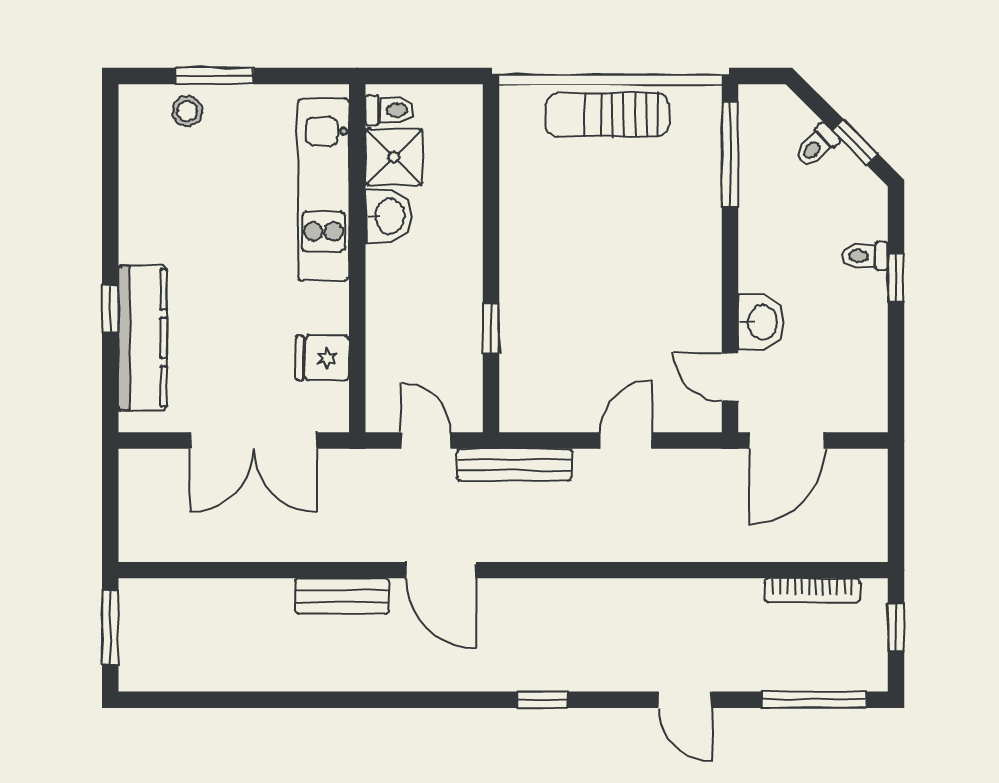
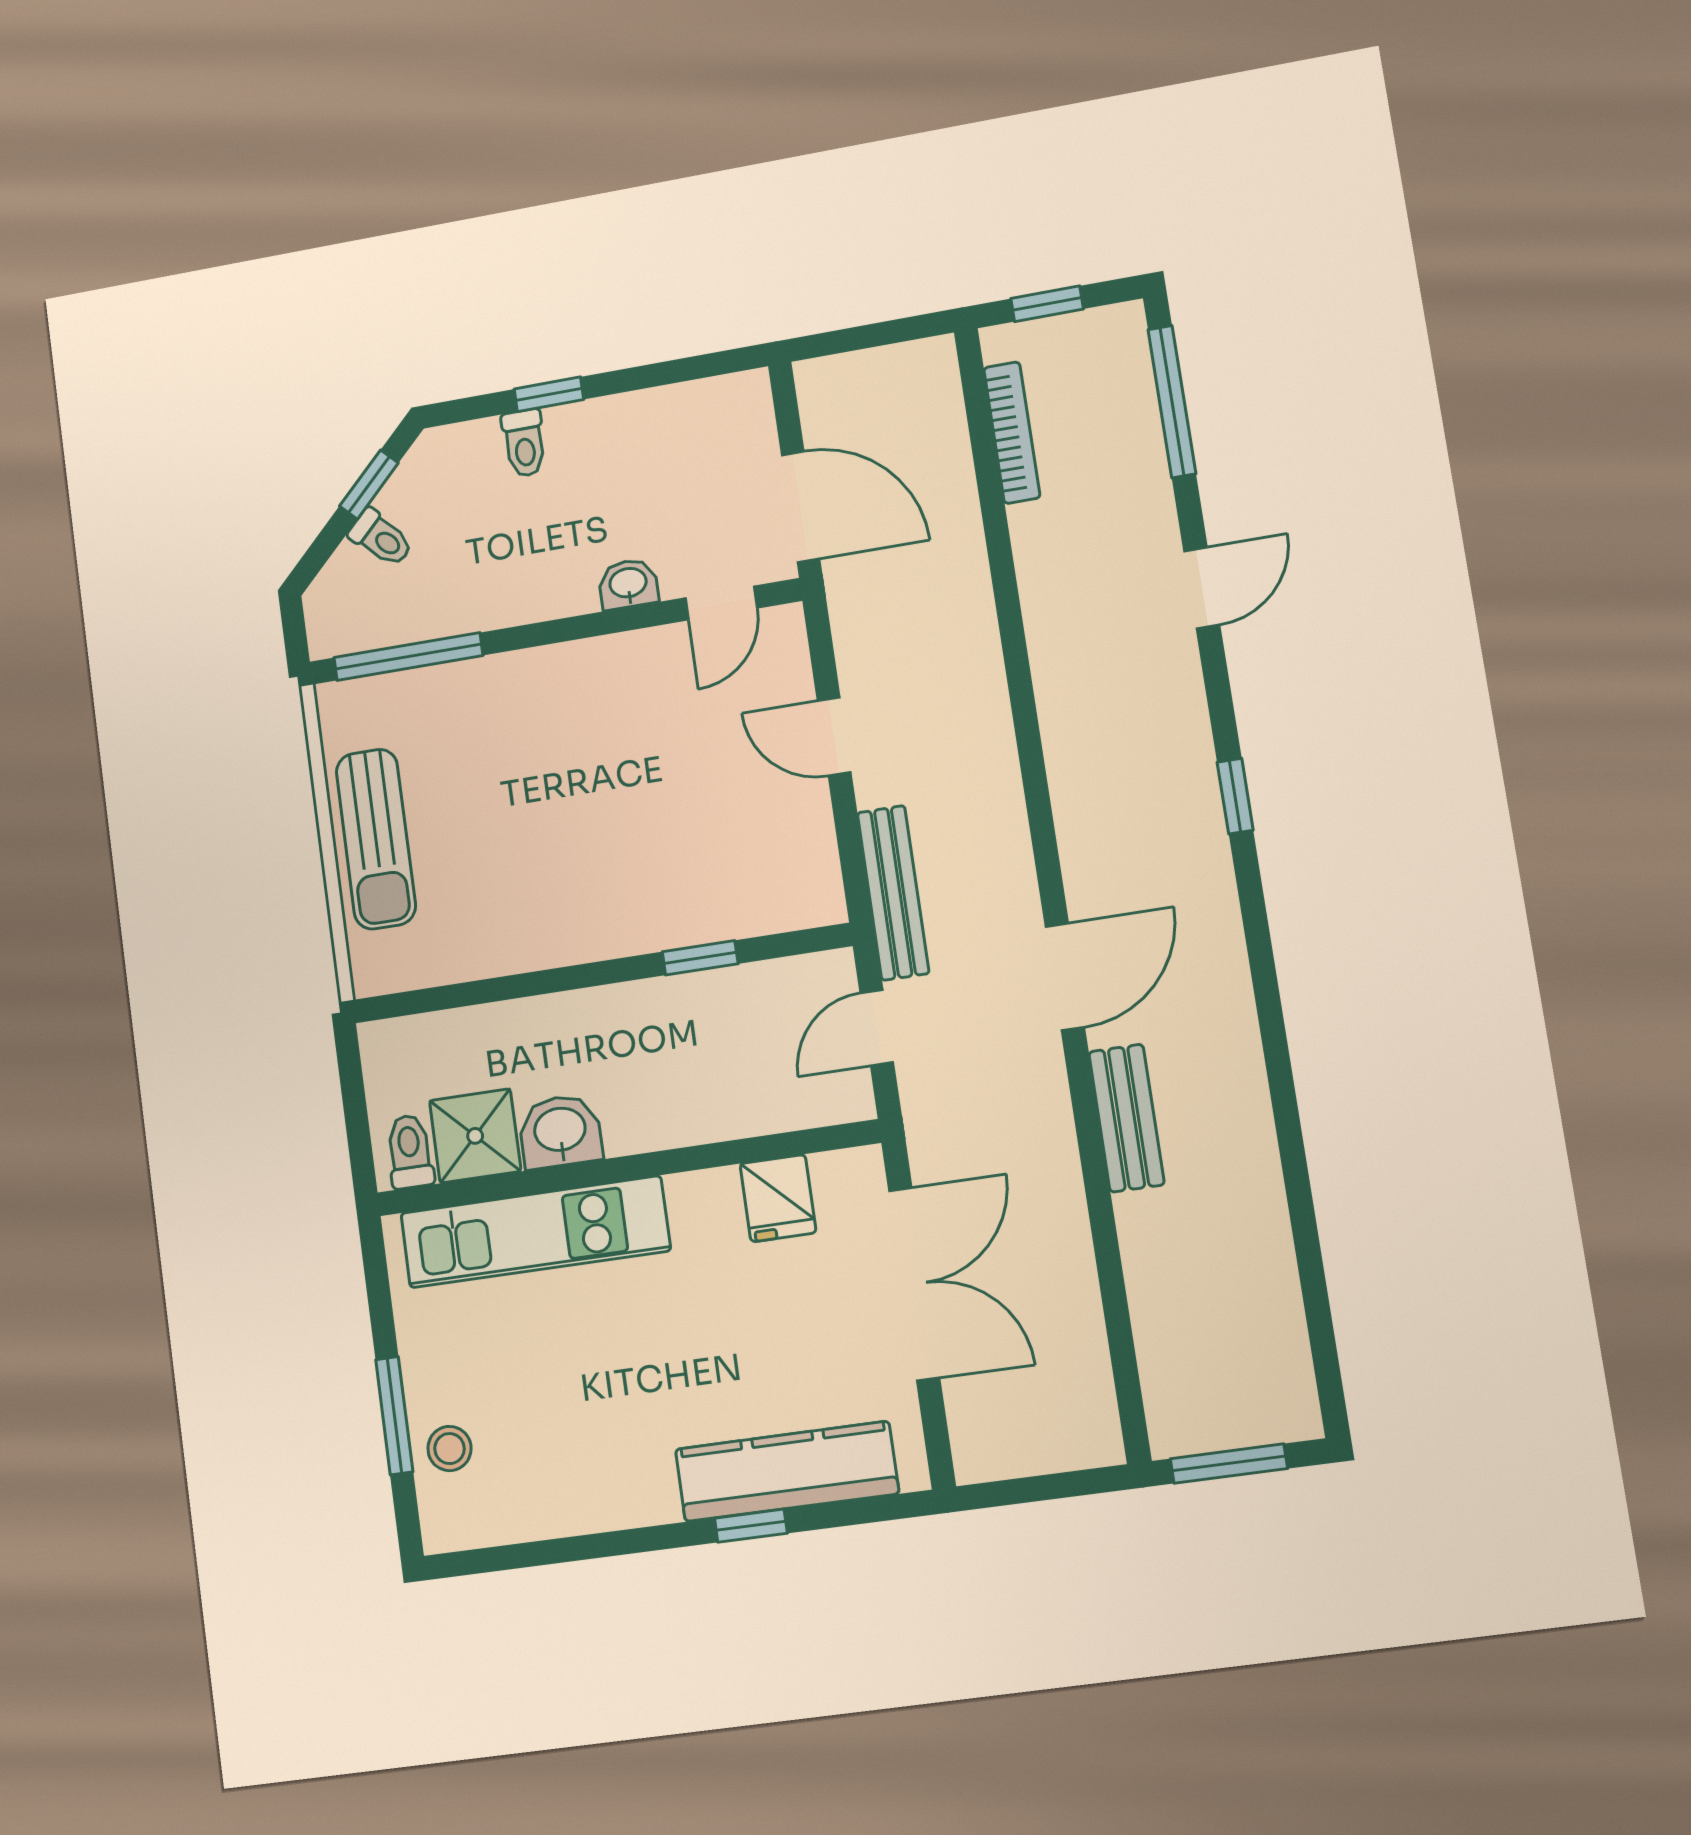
washbasin: (761, 322) -> (628, 584), width x0.72, depth x0.69

